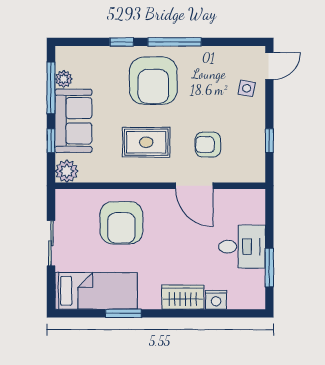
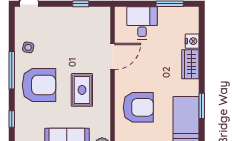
window: (122, 42) -> (12, 119), moved
side table: (247, 88) -> (28, 47), moved
armchair: (208, 145) -> (84, 47), removed
desk: (242, 247) -> (142, 23), moved

